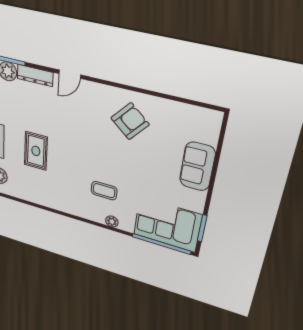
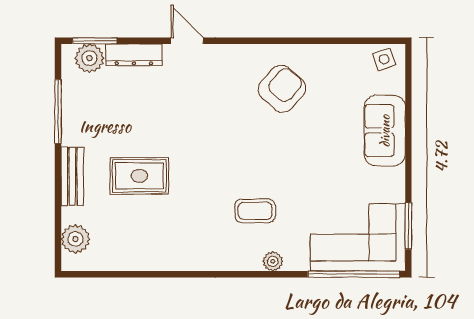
door: (70, 74) -> (187, 41), swing flipped
side table: (206, 119) -> (384, 59), added
rug: (36, 151) -> (139, 176), turned 90

